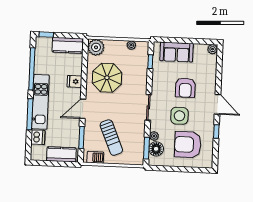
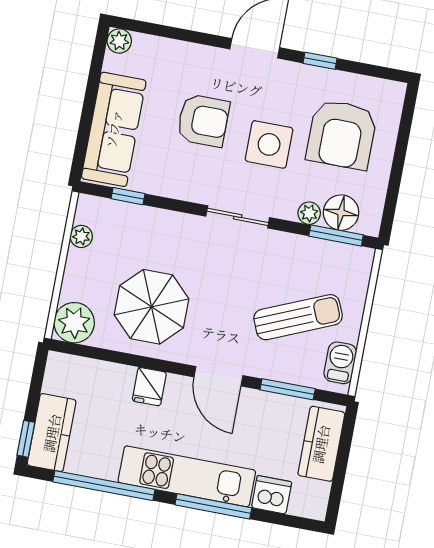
kitchen counter: (67, 45) -> (52, 433), moved
sofa: (176, 52) -> (114, 129), width x1.36

